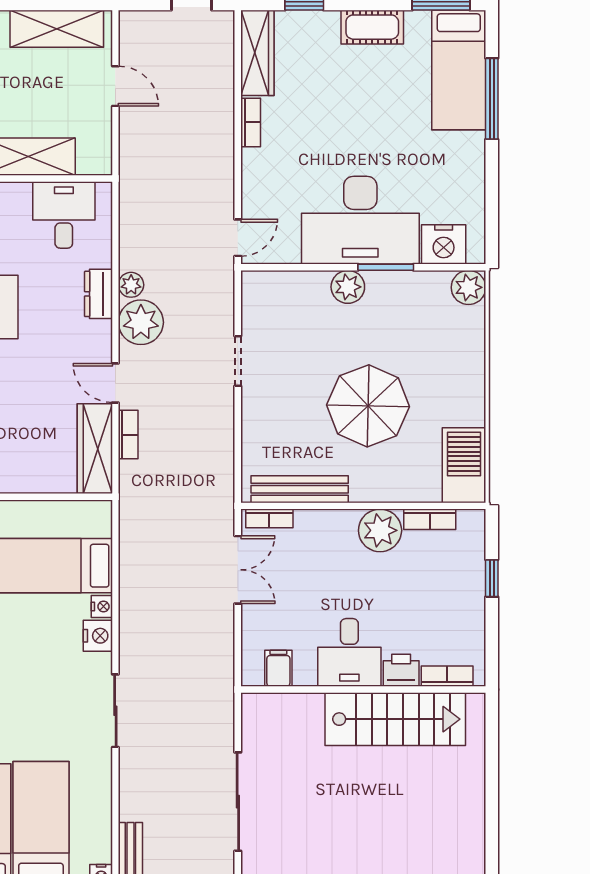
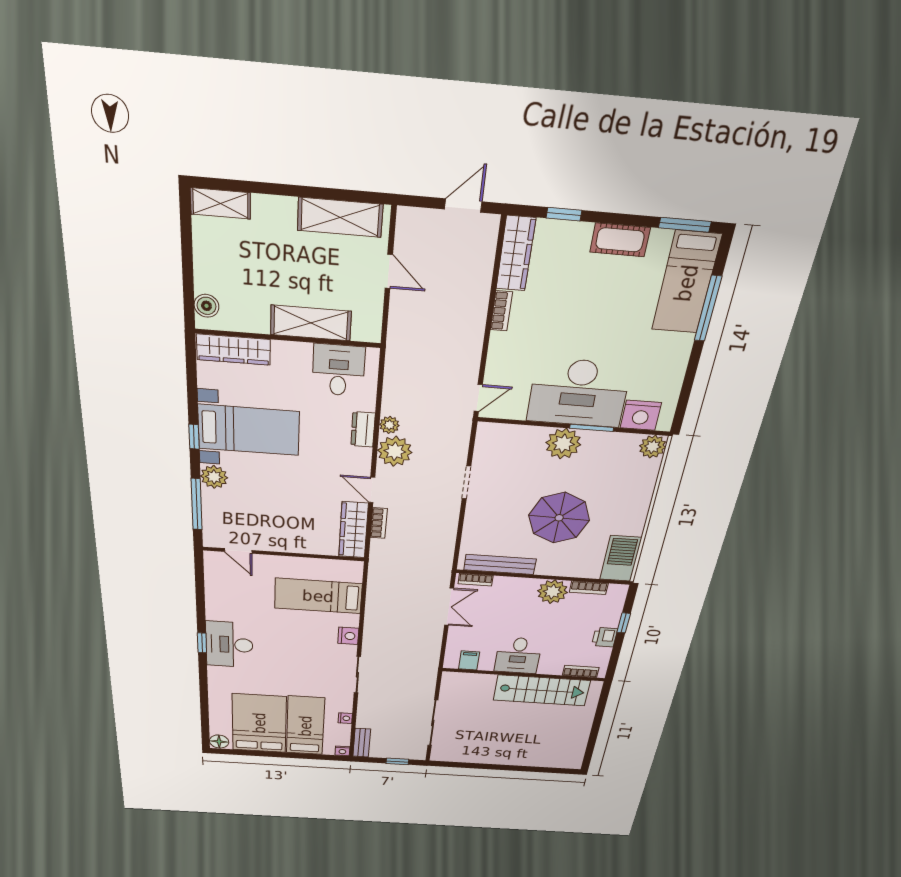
plant: (348, 287) -> (563, 444), width x1.36, depth x1.36
nightstand: (102, 606) -> (345, 718), moved
printer: (401, 670) -> (605, 637), moved, turned -90

